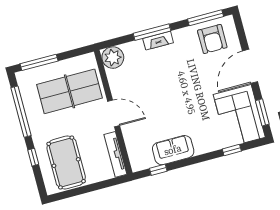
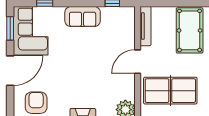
door: (114, 113) -> (138, 62), hinge flipped
sofa: (173, 150) -> (83, 17), moved

